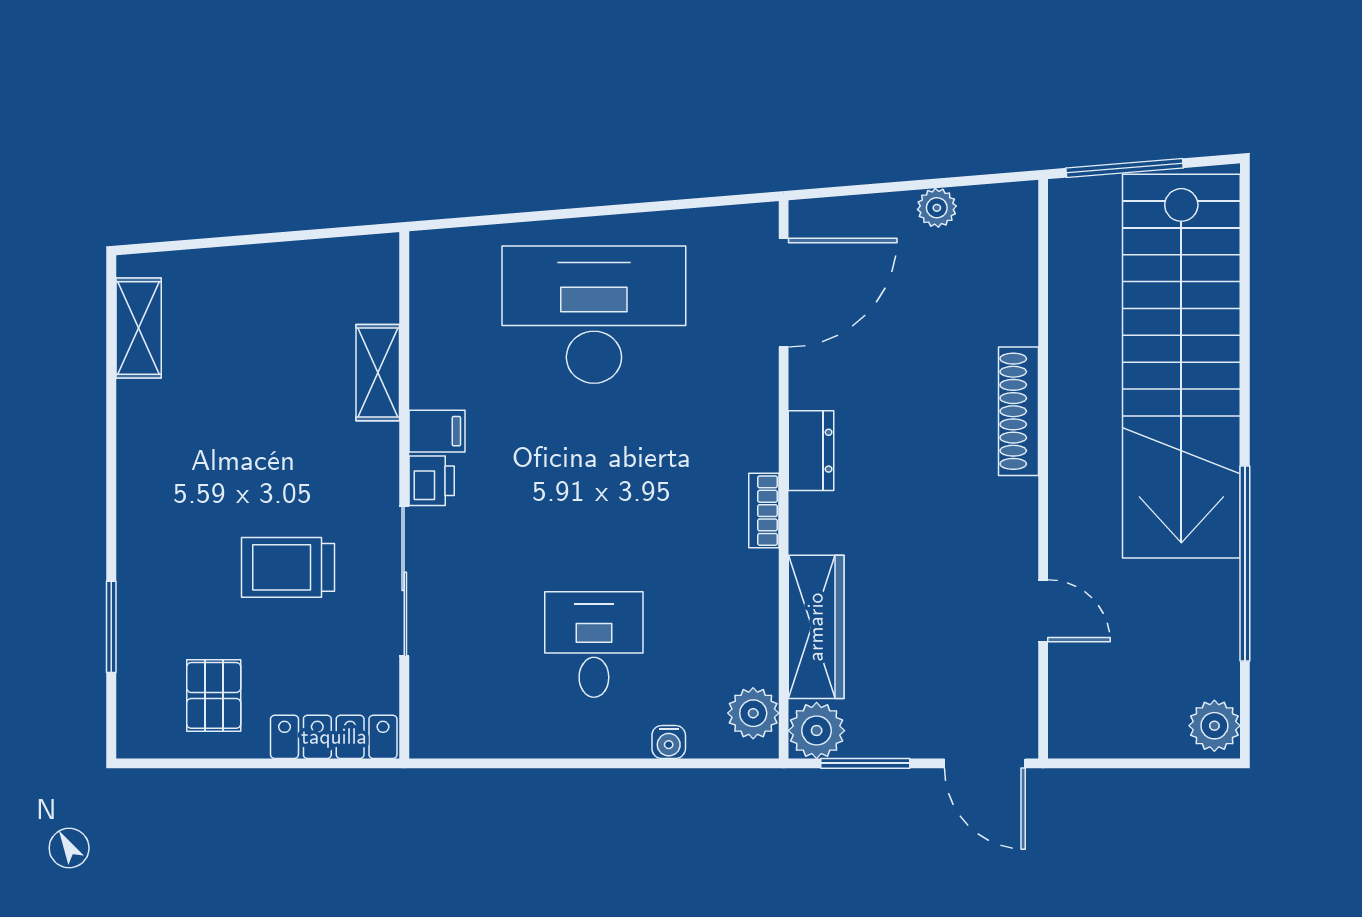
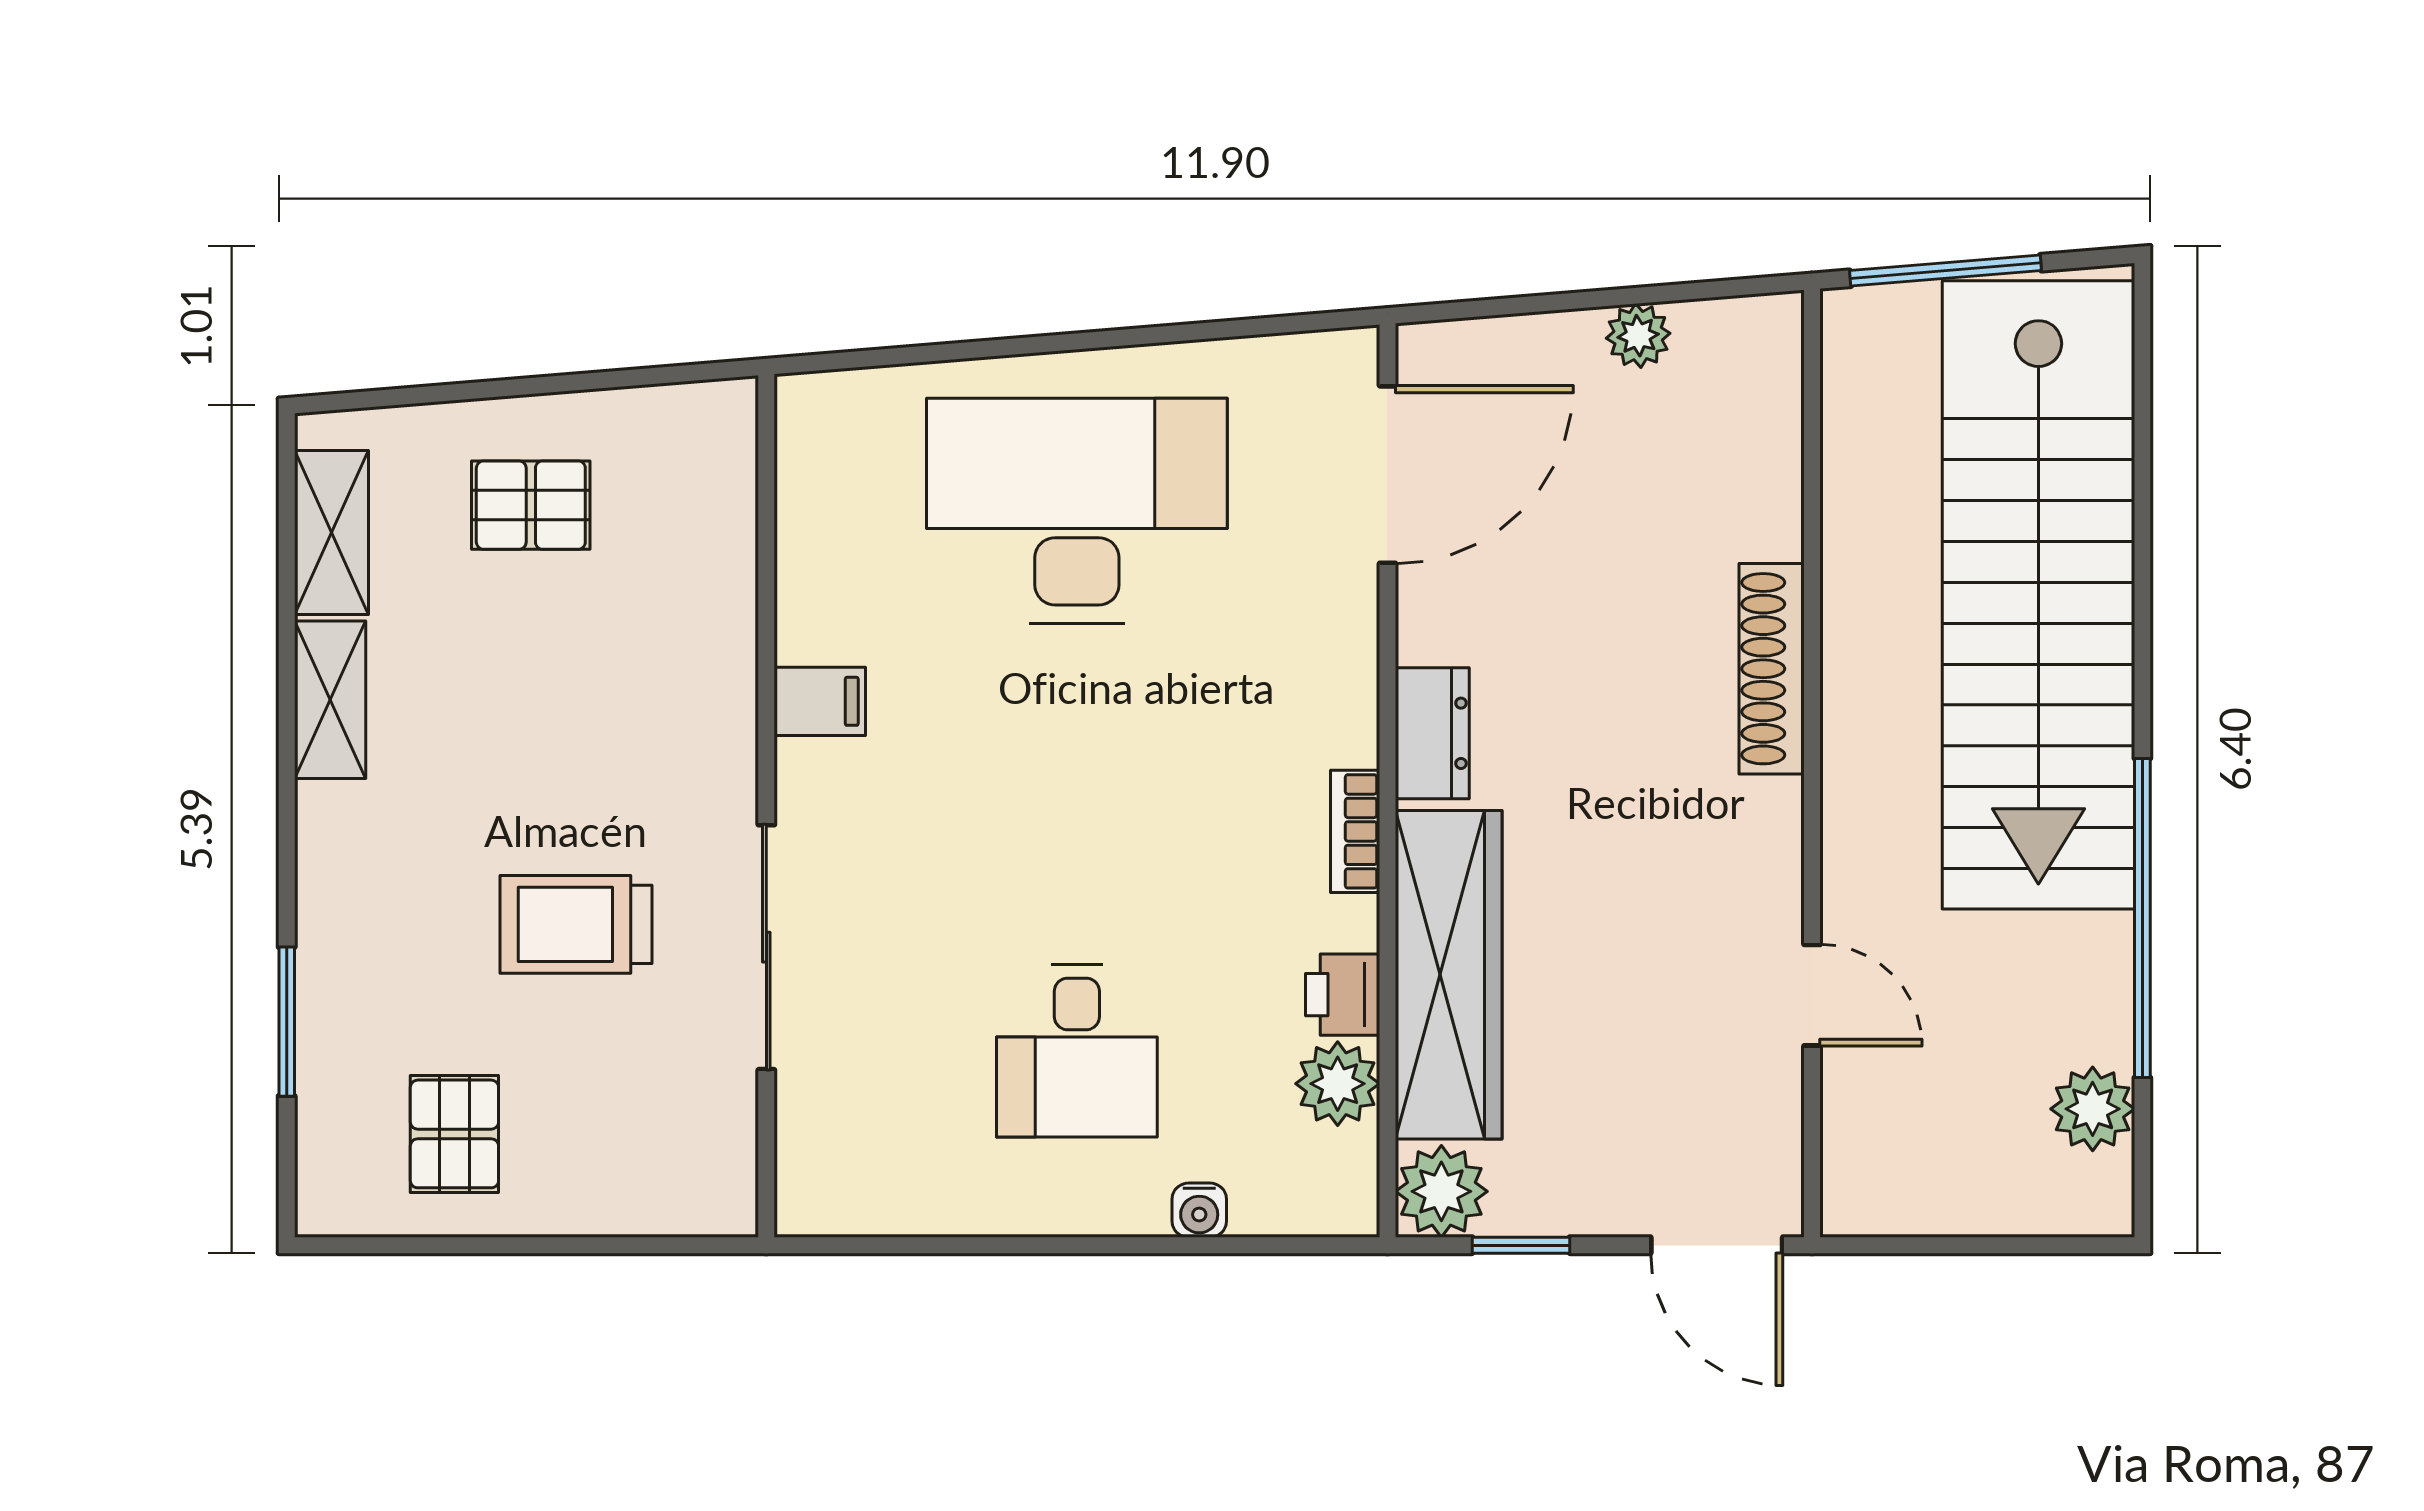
pallet: (260, 311) -> (531, 505), added
shelving: (378, 373) -> (330, 700), moved
printer: (432, 481) -> (1343, 995), moved, turned 180
wardrobe: (816, 627) -> (1449, 975), width x1.40, depth x1.17
desk: (594, 645) -> (1077, 1051), turned 180
plant: (753, 713) -> (1338, 1084), moved
plant: (1214, 726) -> (2093, 1109), moved
locker: (334, 737) -> (651, 1202), removed
window: (865, 763) -> (1521, 1245), width x0.67

